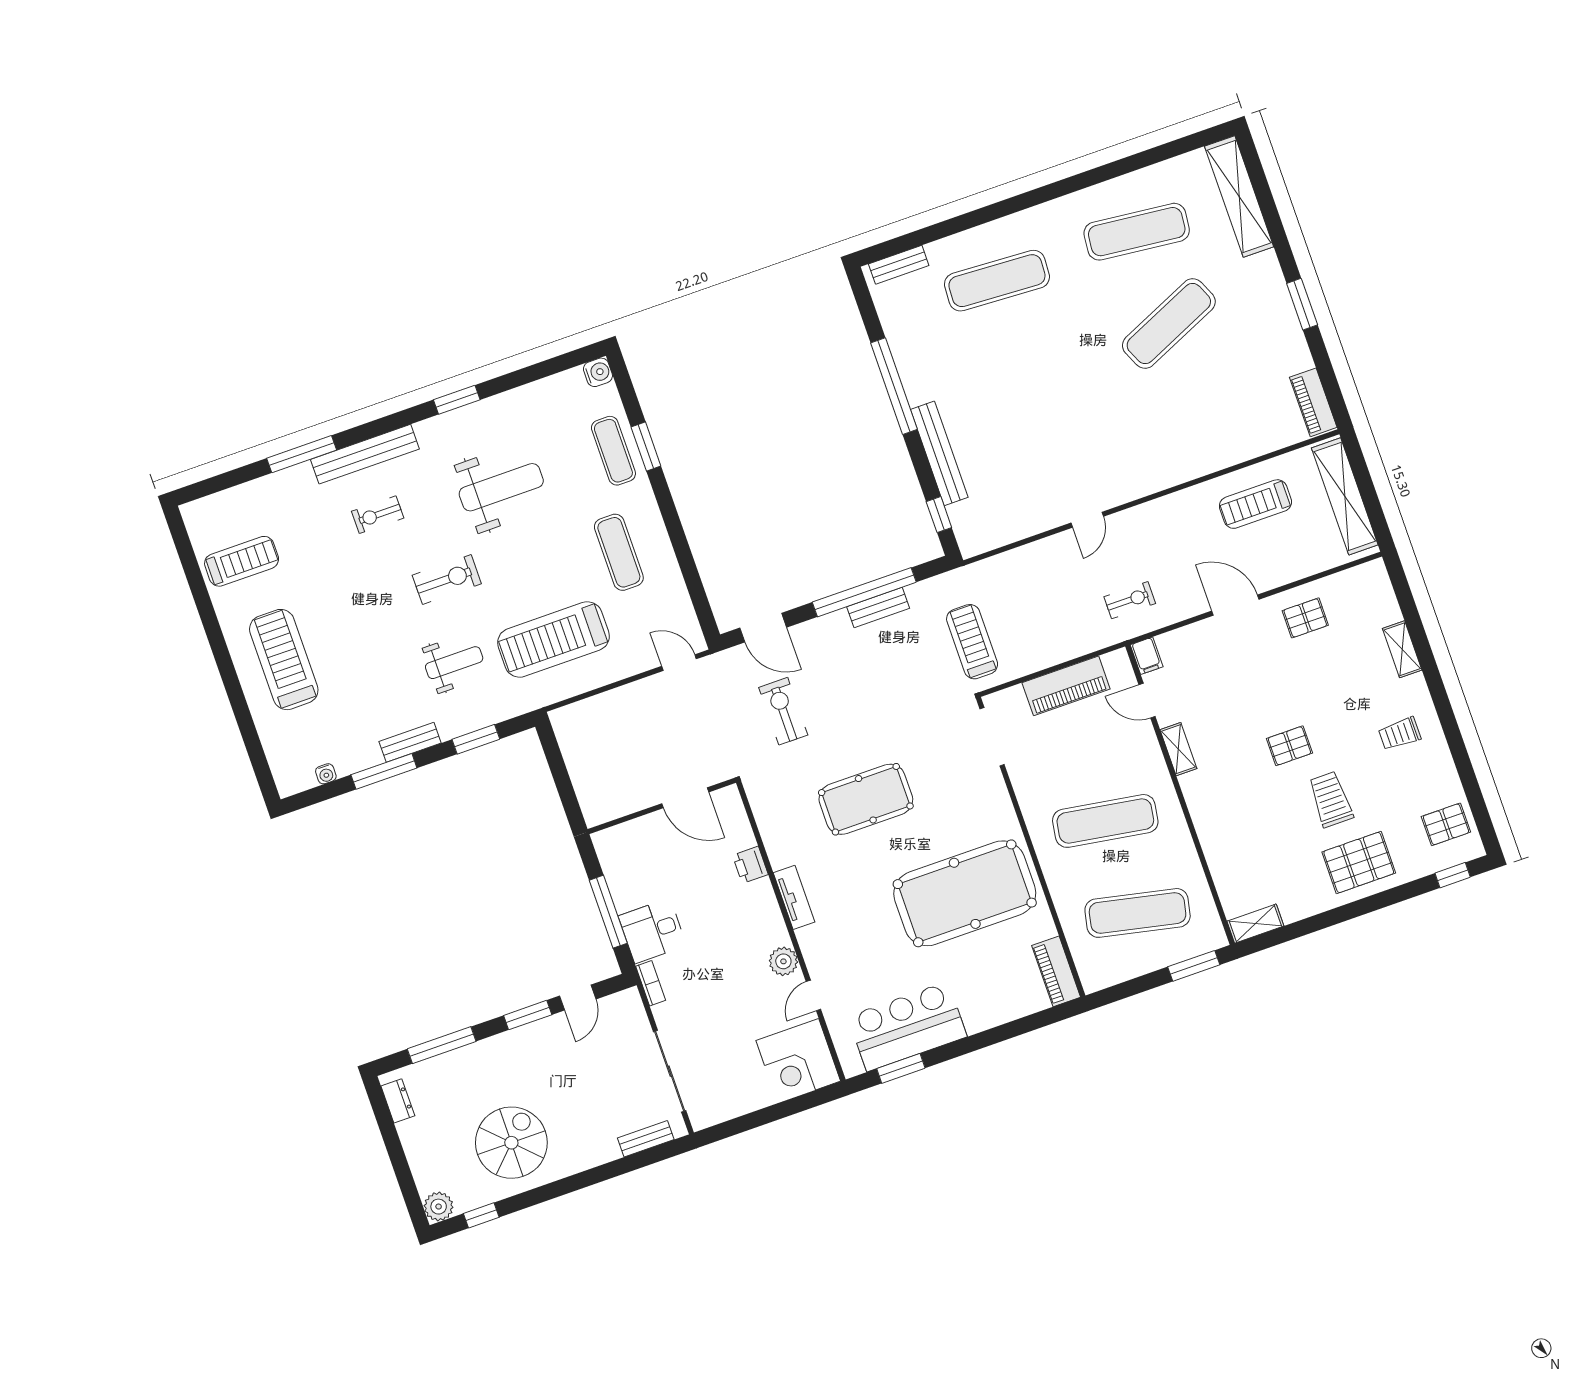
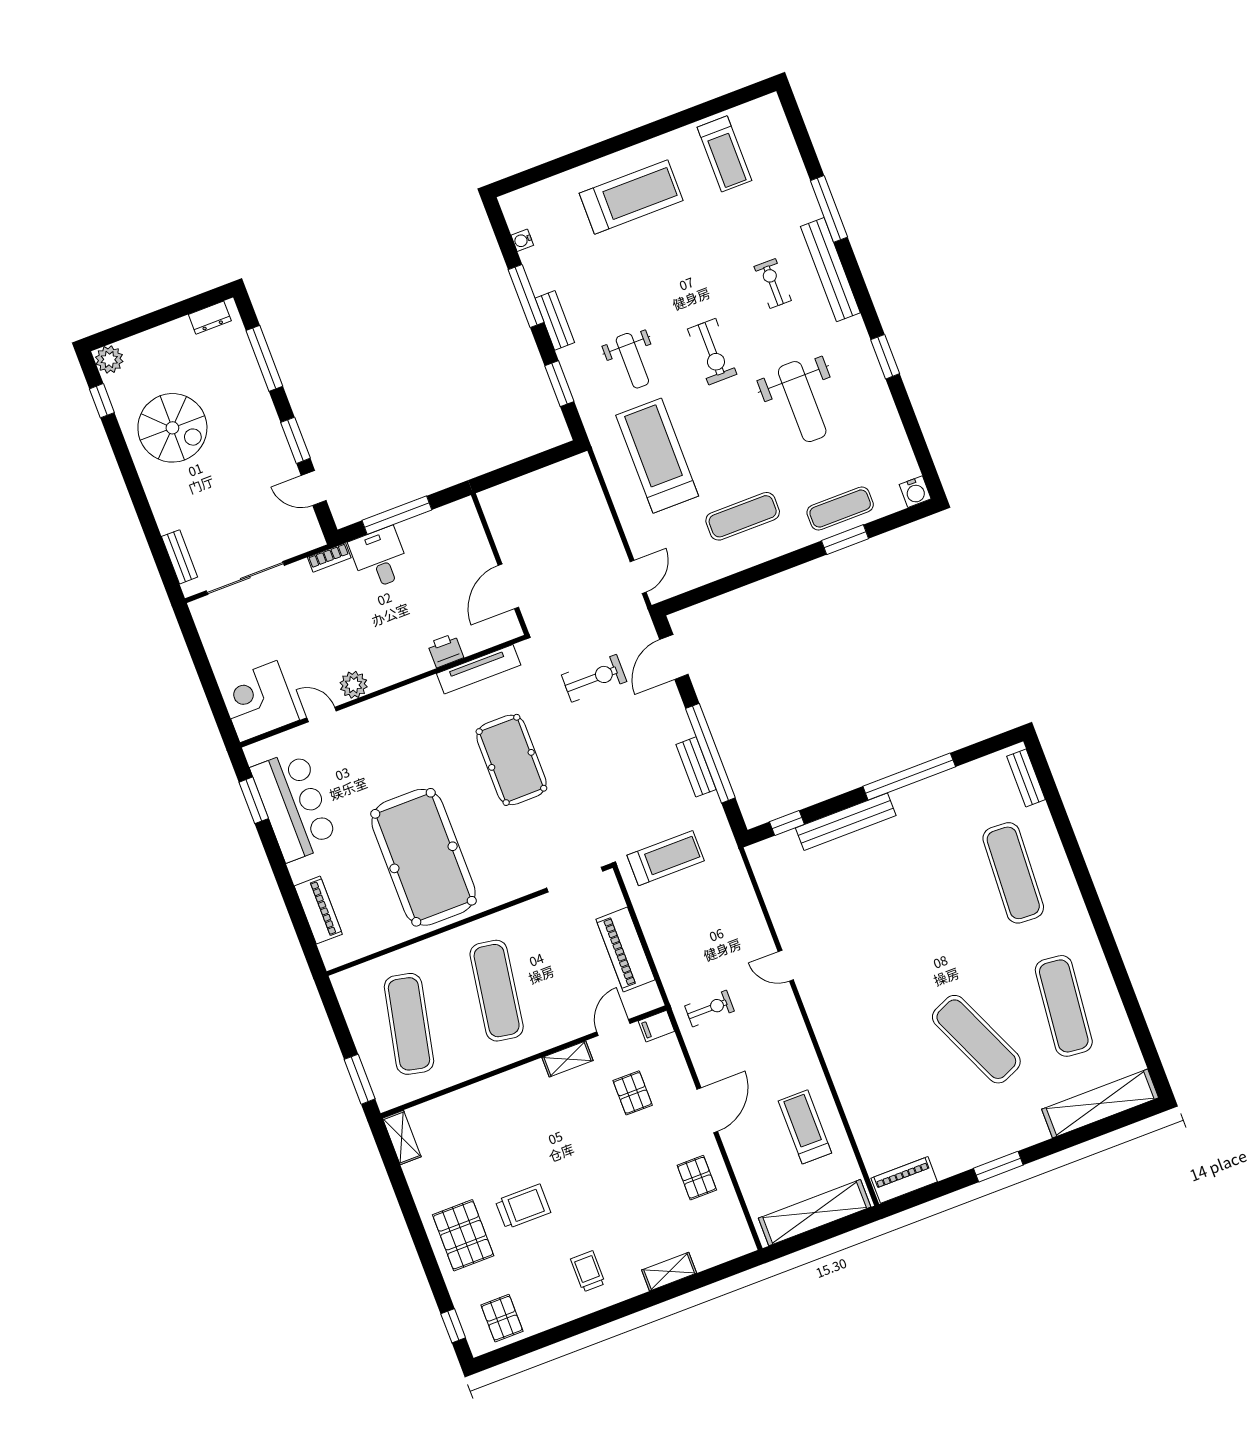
exercise bike: (1130, 600) -> (709, 1008), turned -90
pallet: (1289, 746) -> (633, 1093), moved
tv unit: (794, 897) -> (479, 669), moved, width x1.41
piano: (1056, 971) -> (318, 910), moved, turned 90

